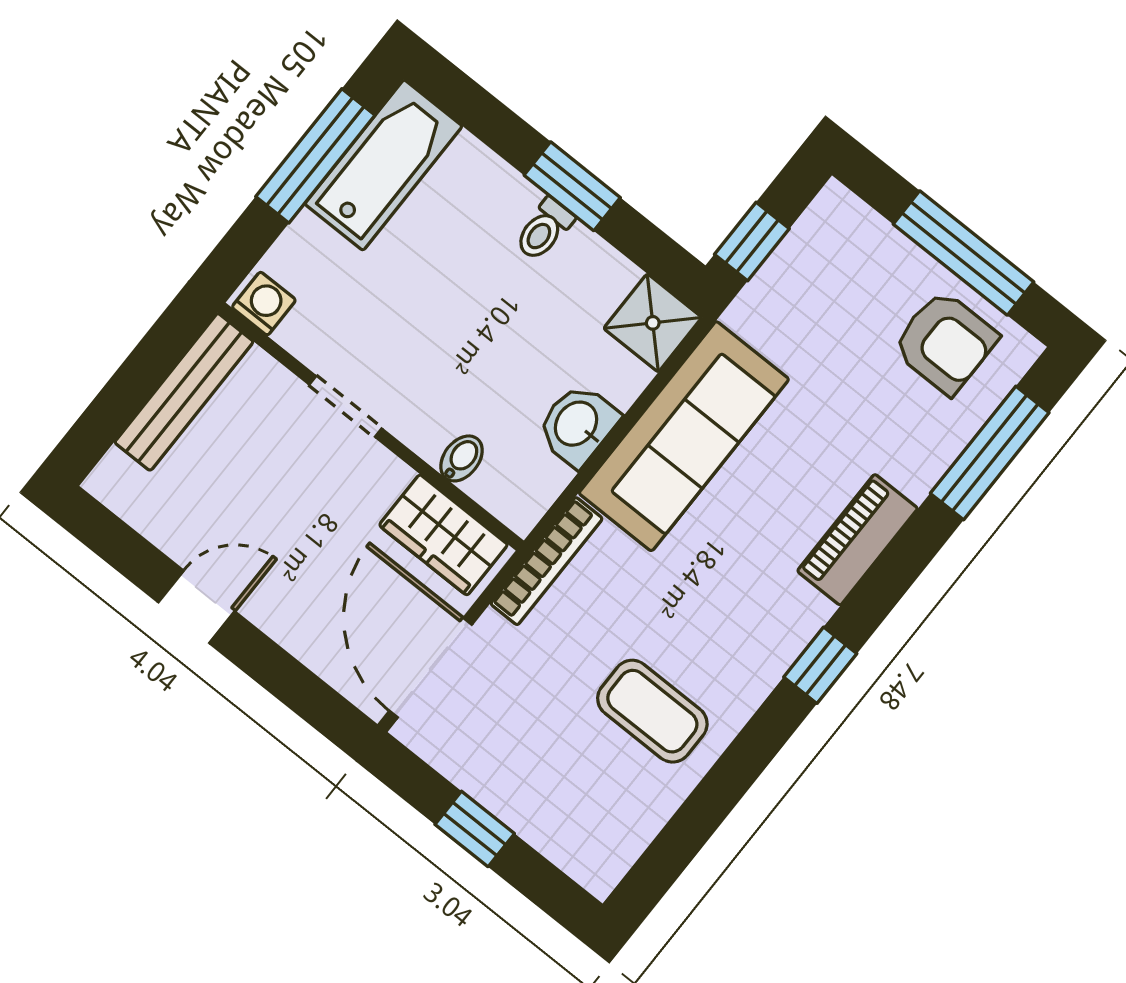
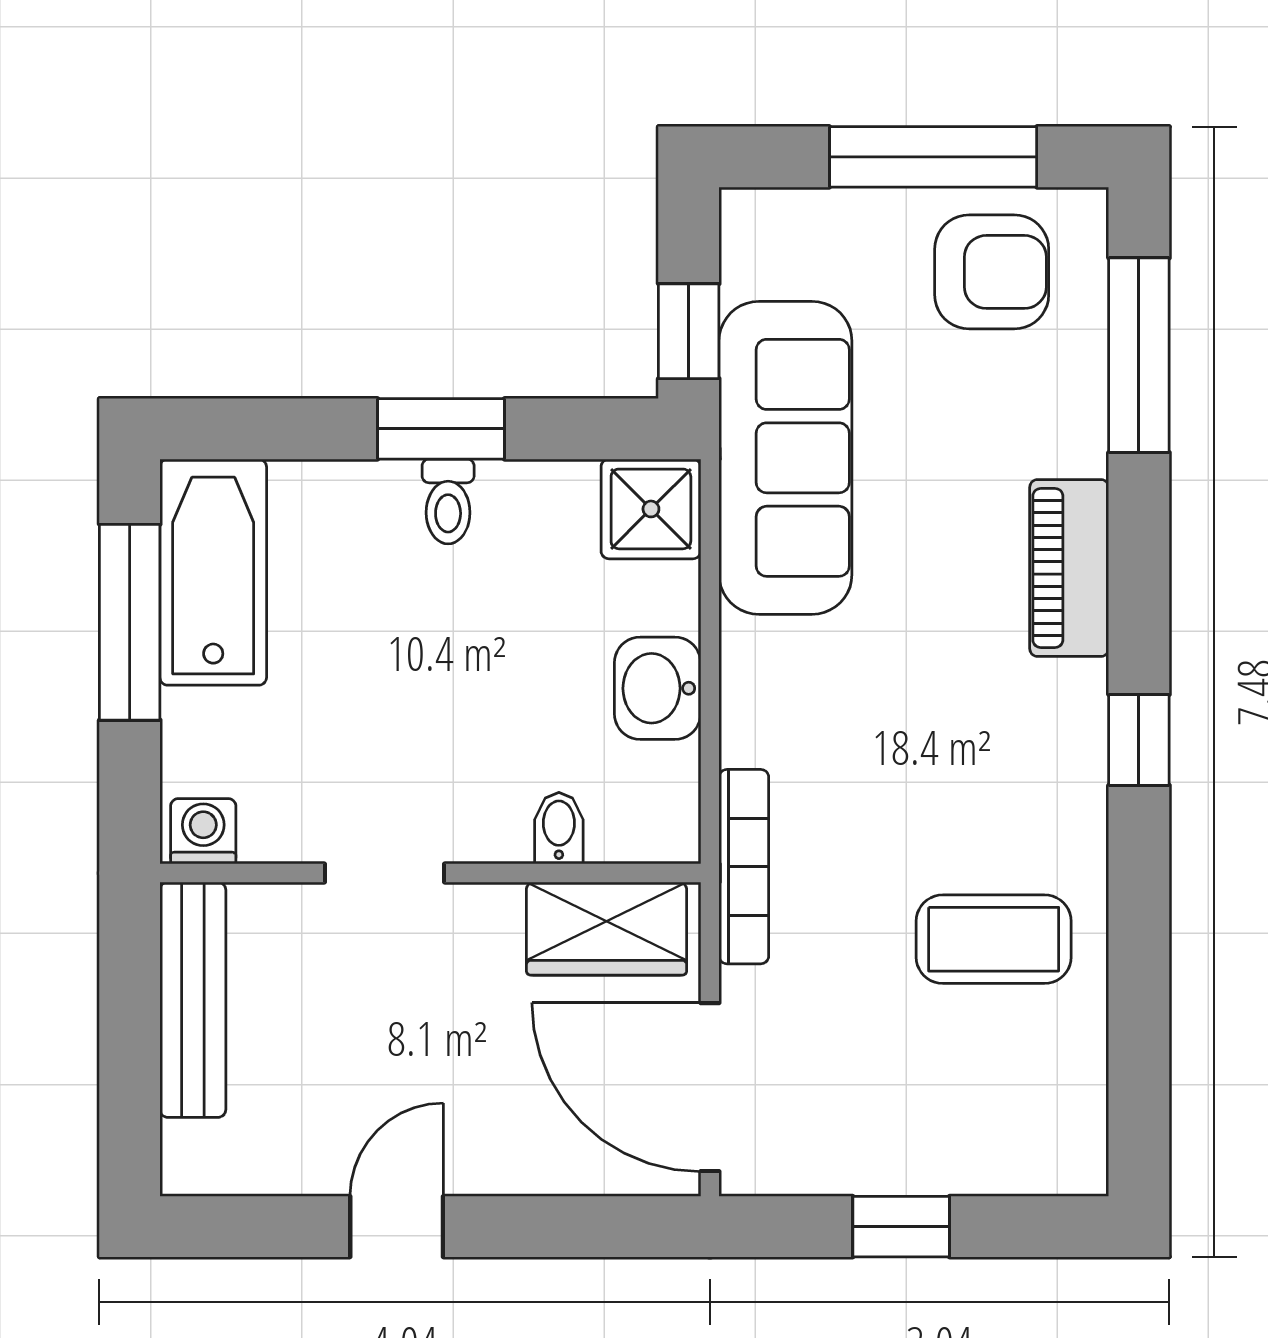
sofa: (684, 436) -> (785, 458), moved

